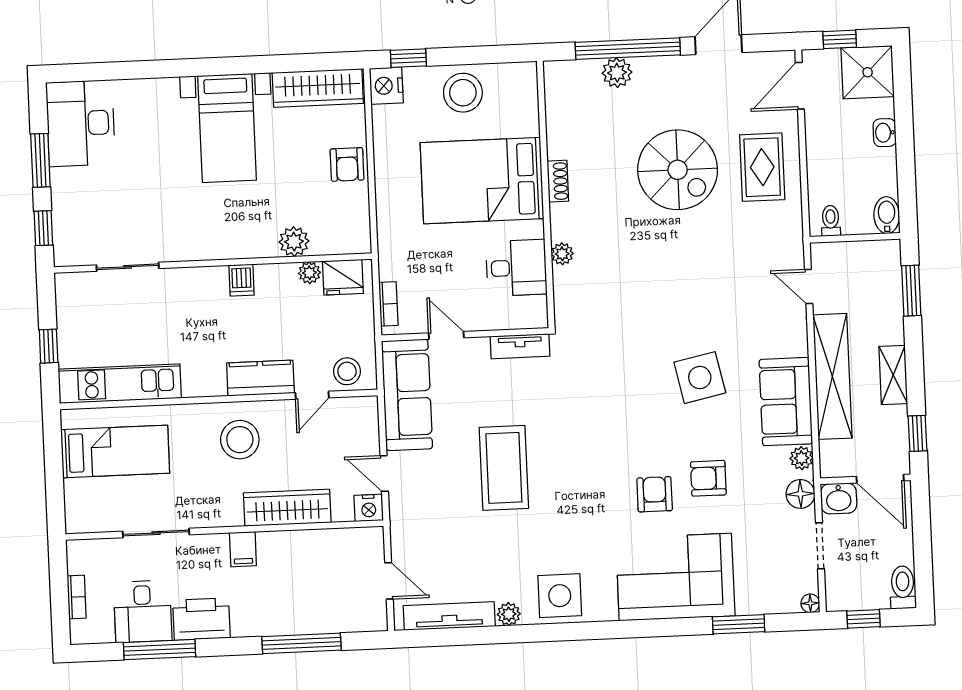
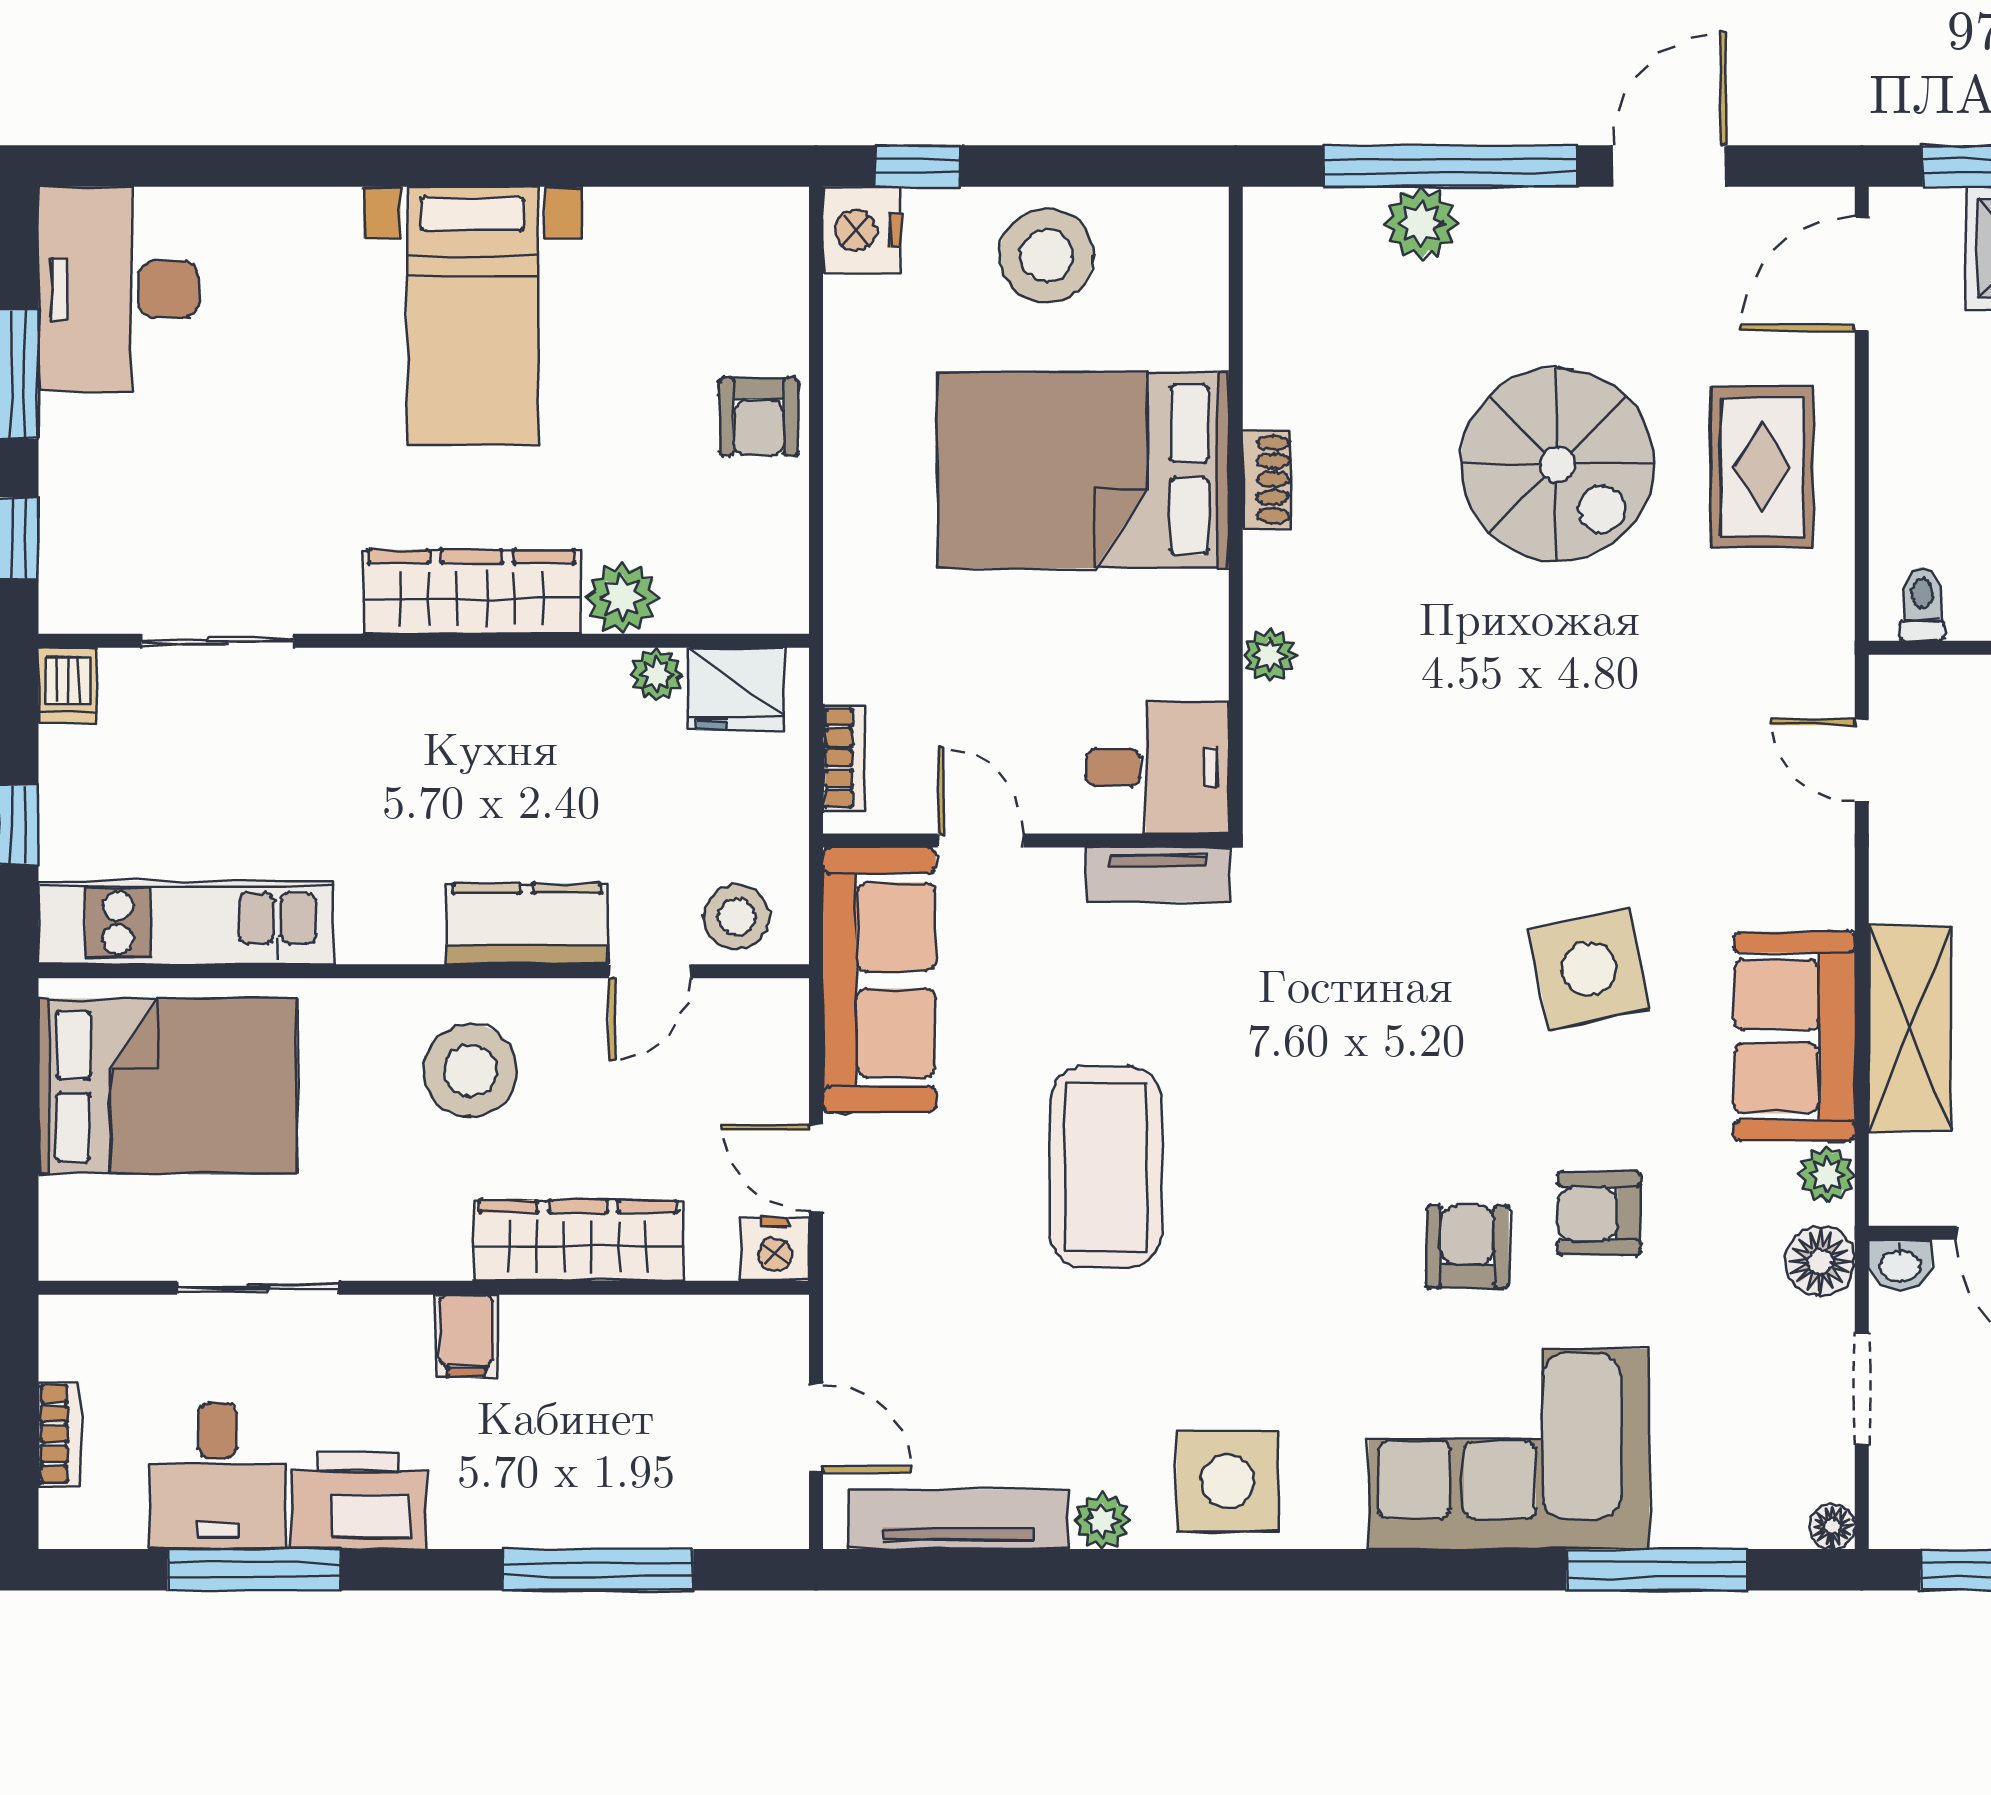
wardrobe: (318, 88) -> (471, 592), moved, turned 180
desk: (516, 268) -> (1157, 767), moved
dishwasher: (241, 280) -> (67, 685), moved
shelving: (832, 376) -> (1910, 1029), width x0.68
bed: (115, 451) -> (168, 1086), width x1.50
washbasin: (839, 498) -> (1900, 1265), width x0.72, depth x0.69
window: (739, 624) -> (1657, 1570), width x1.44

